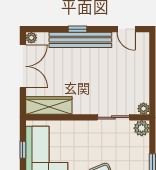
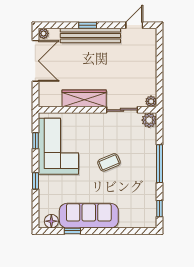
door: (126, 29) -> (134, 25), swing flipped
wardrobe: (49, 106) -> (84, 98), moved

